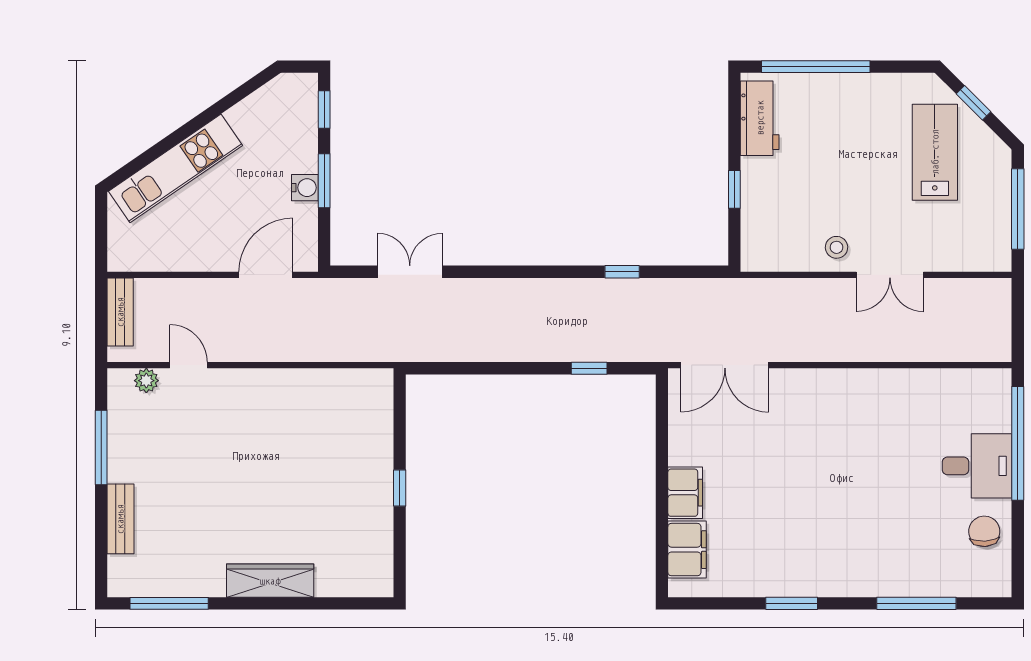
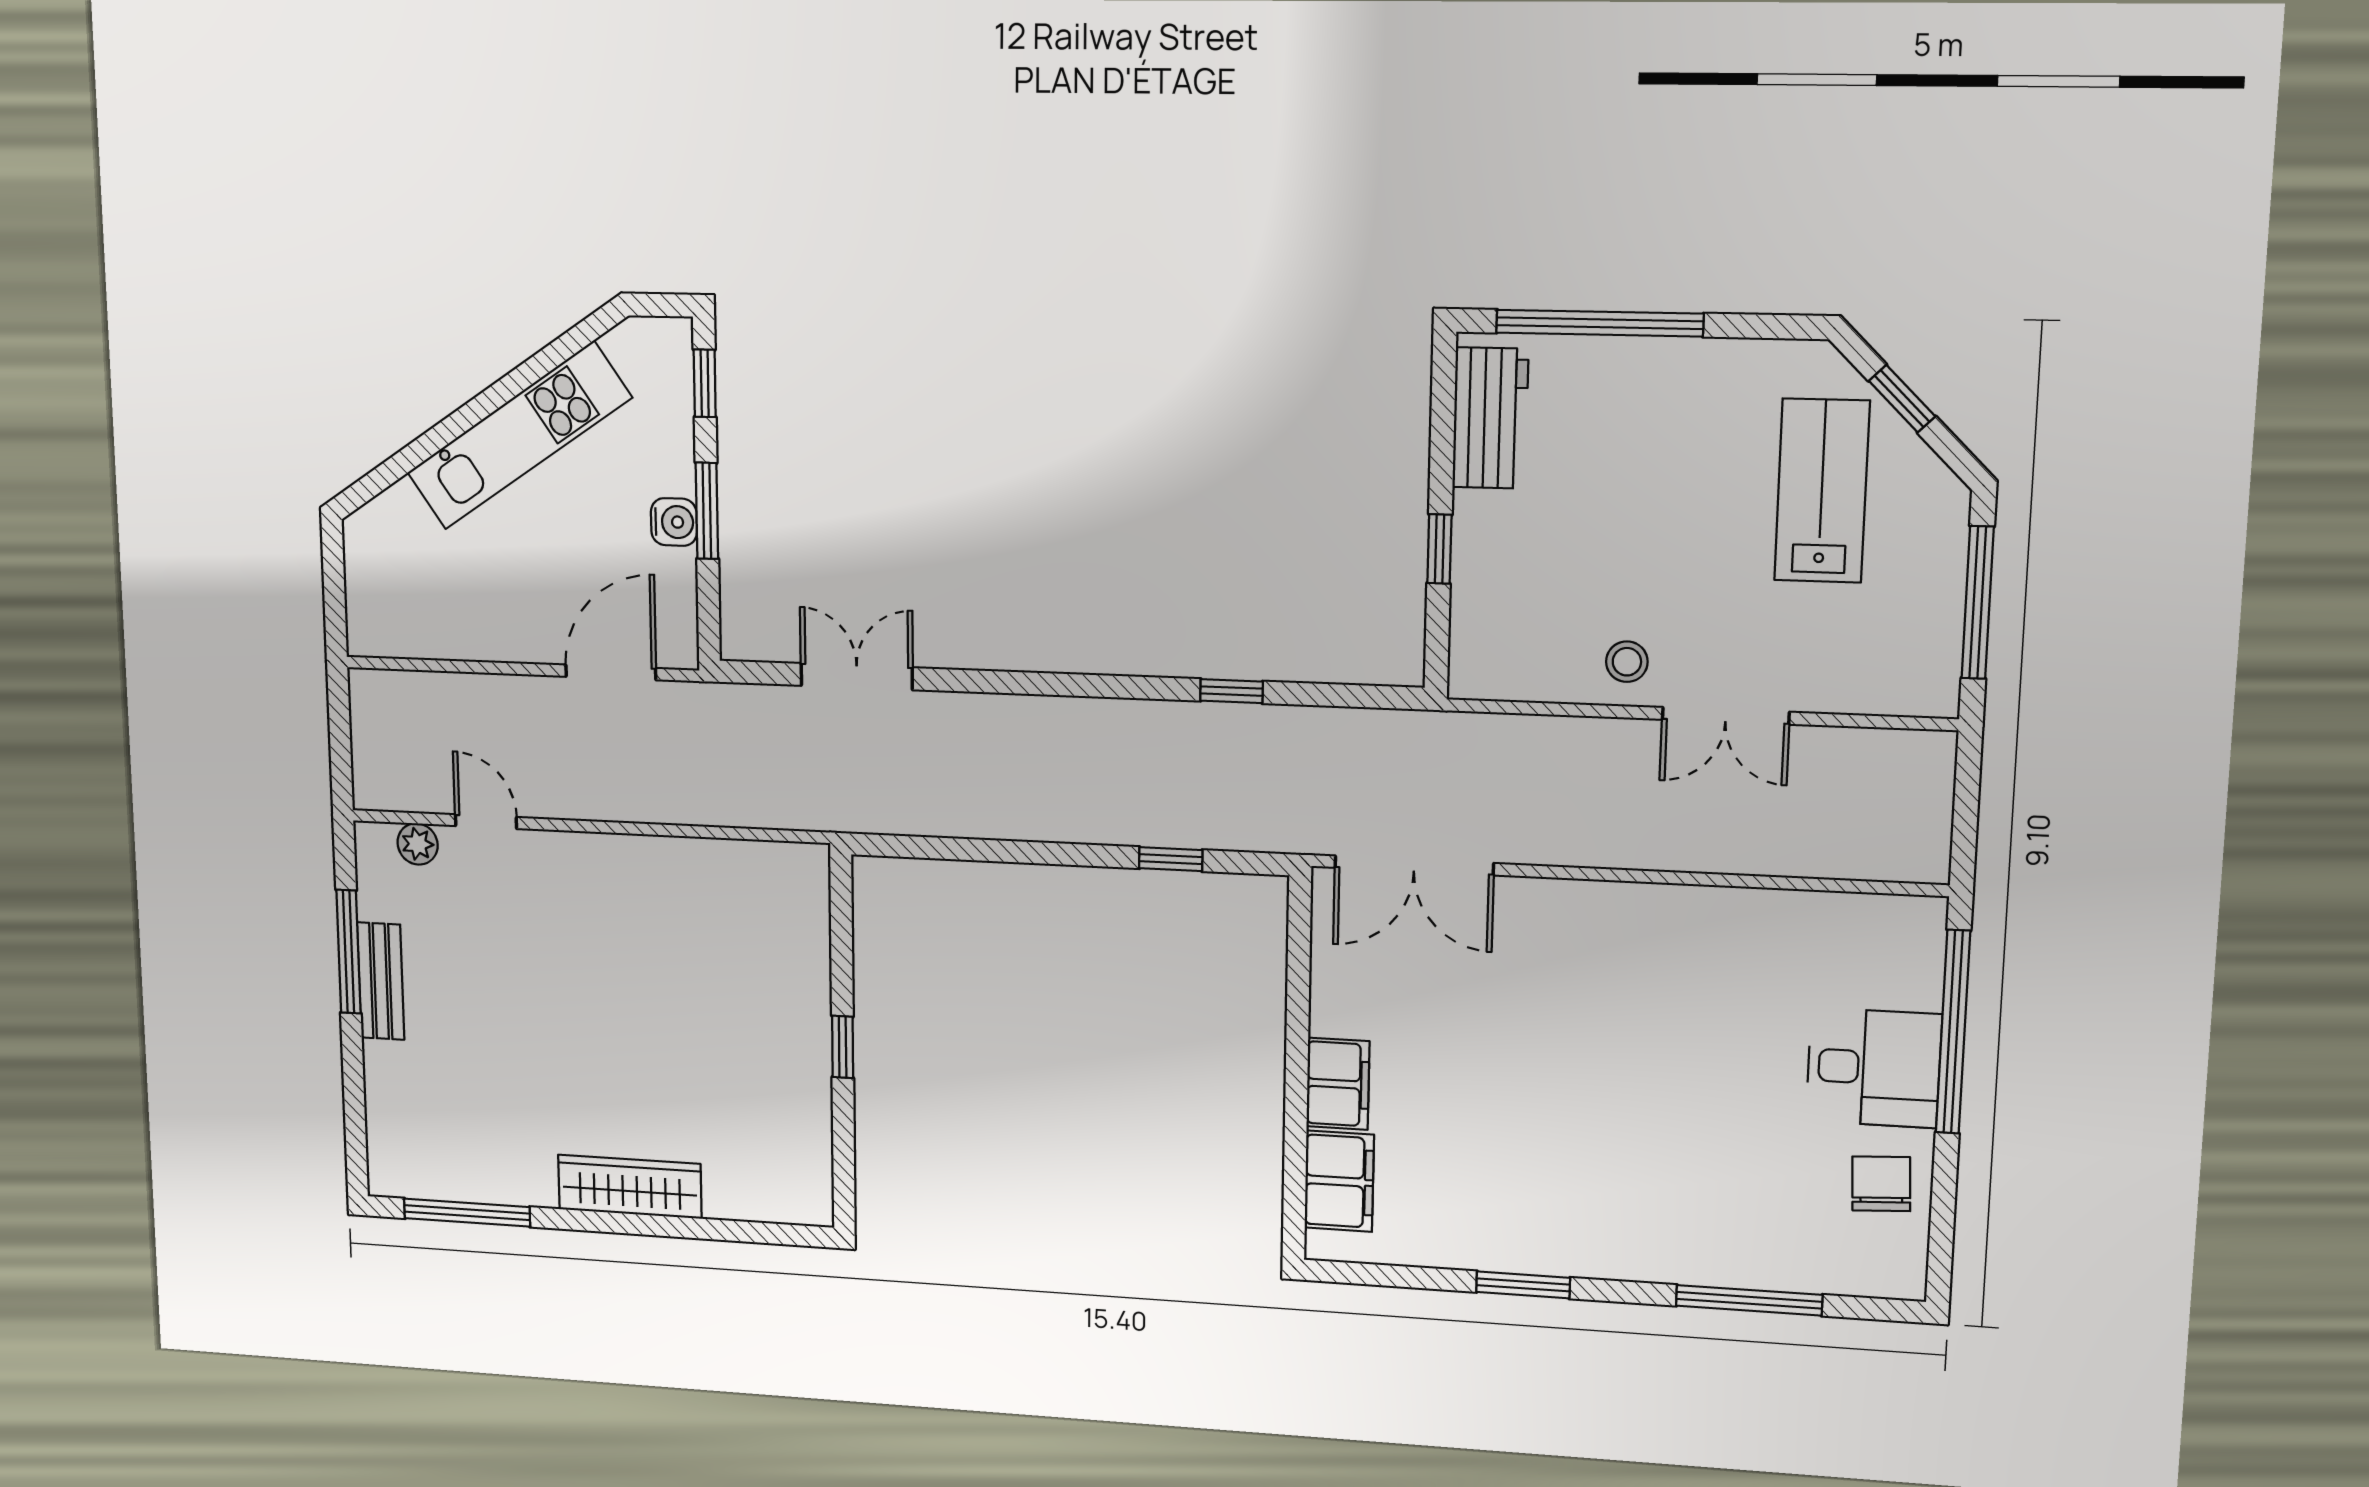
kitchen unit: (175, 168) -> (519, 435), moved
bench: (120, 312) -> (371, 726), removed
bench: (120, 519) -> (381, 981), moved

